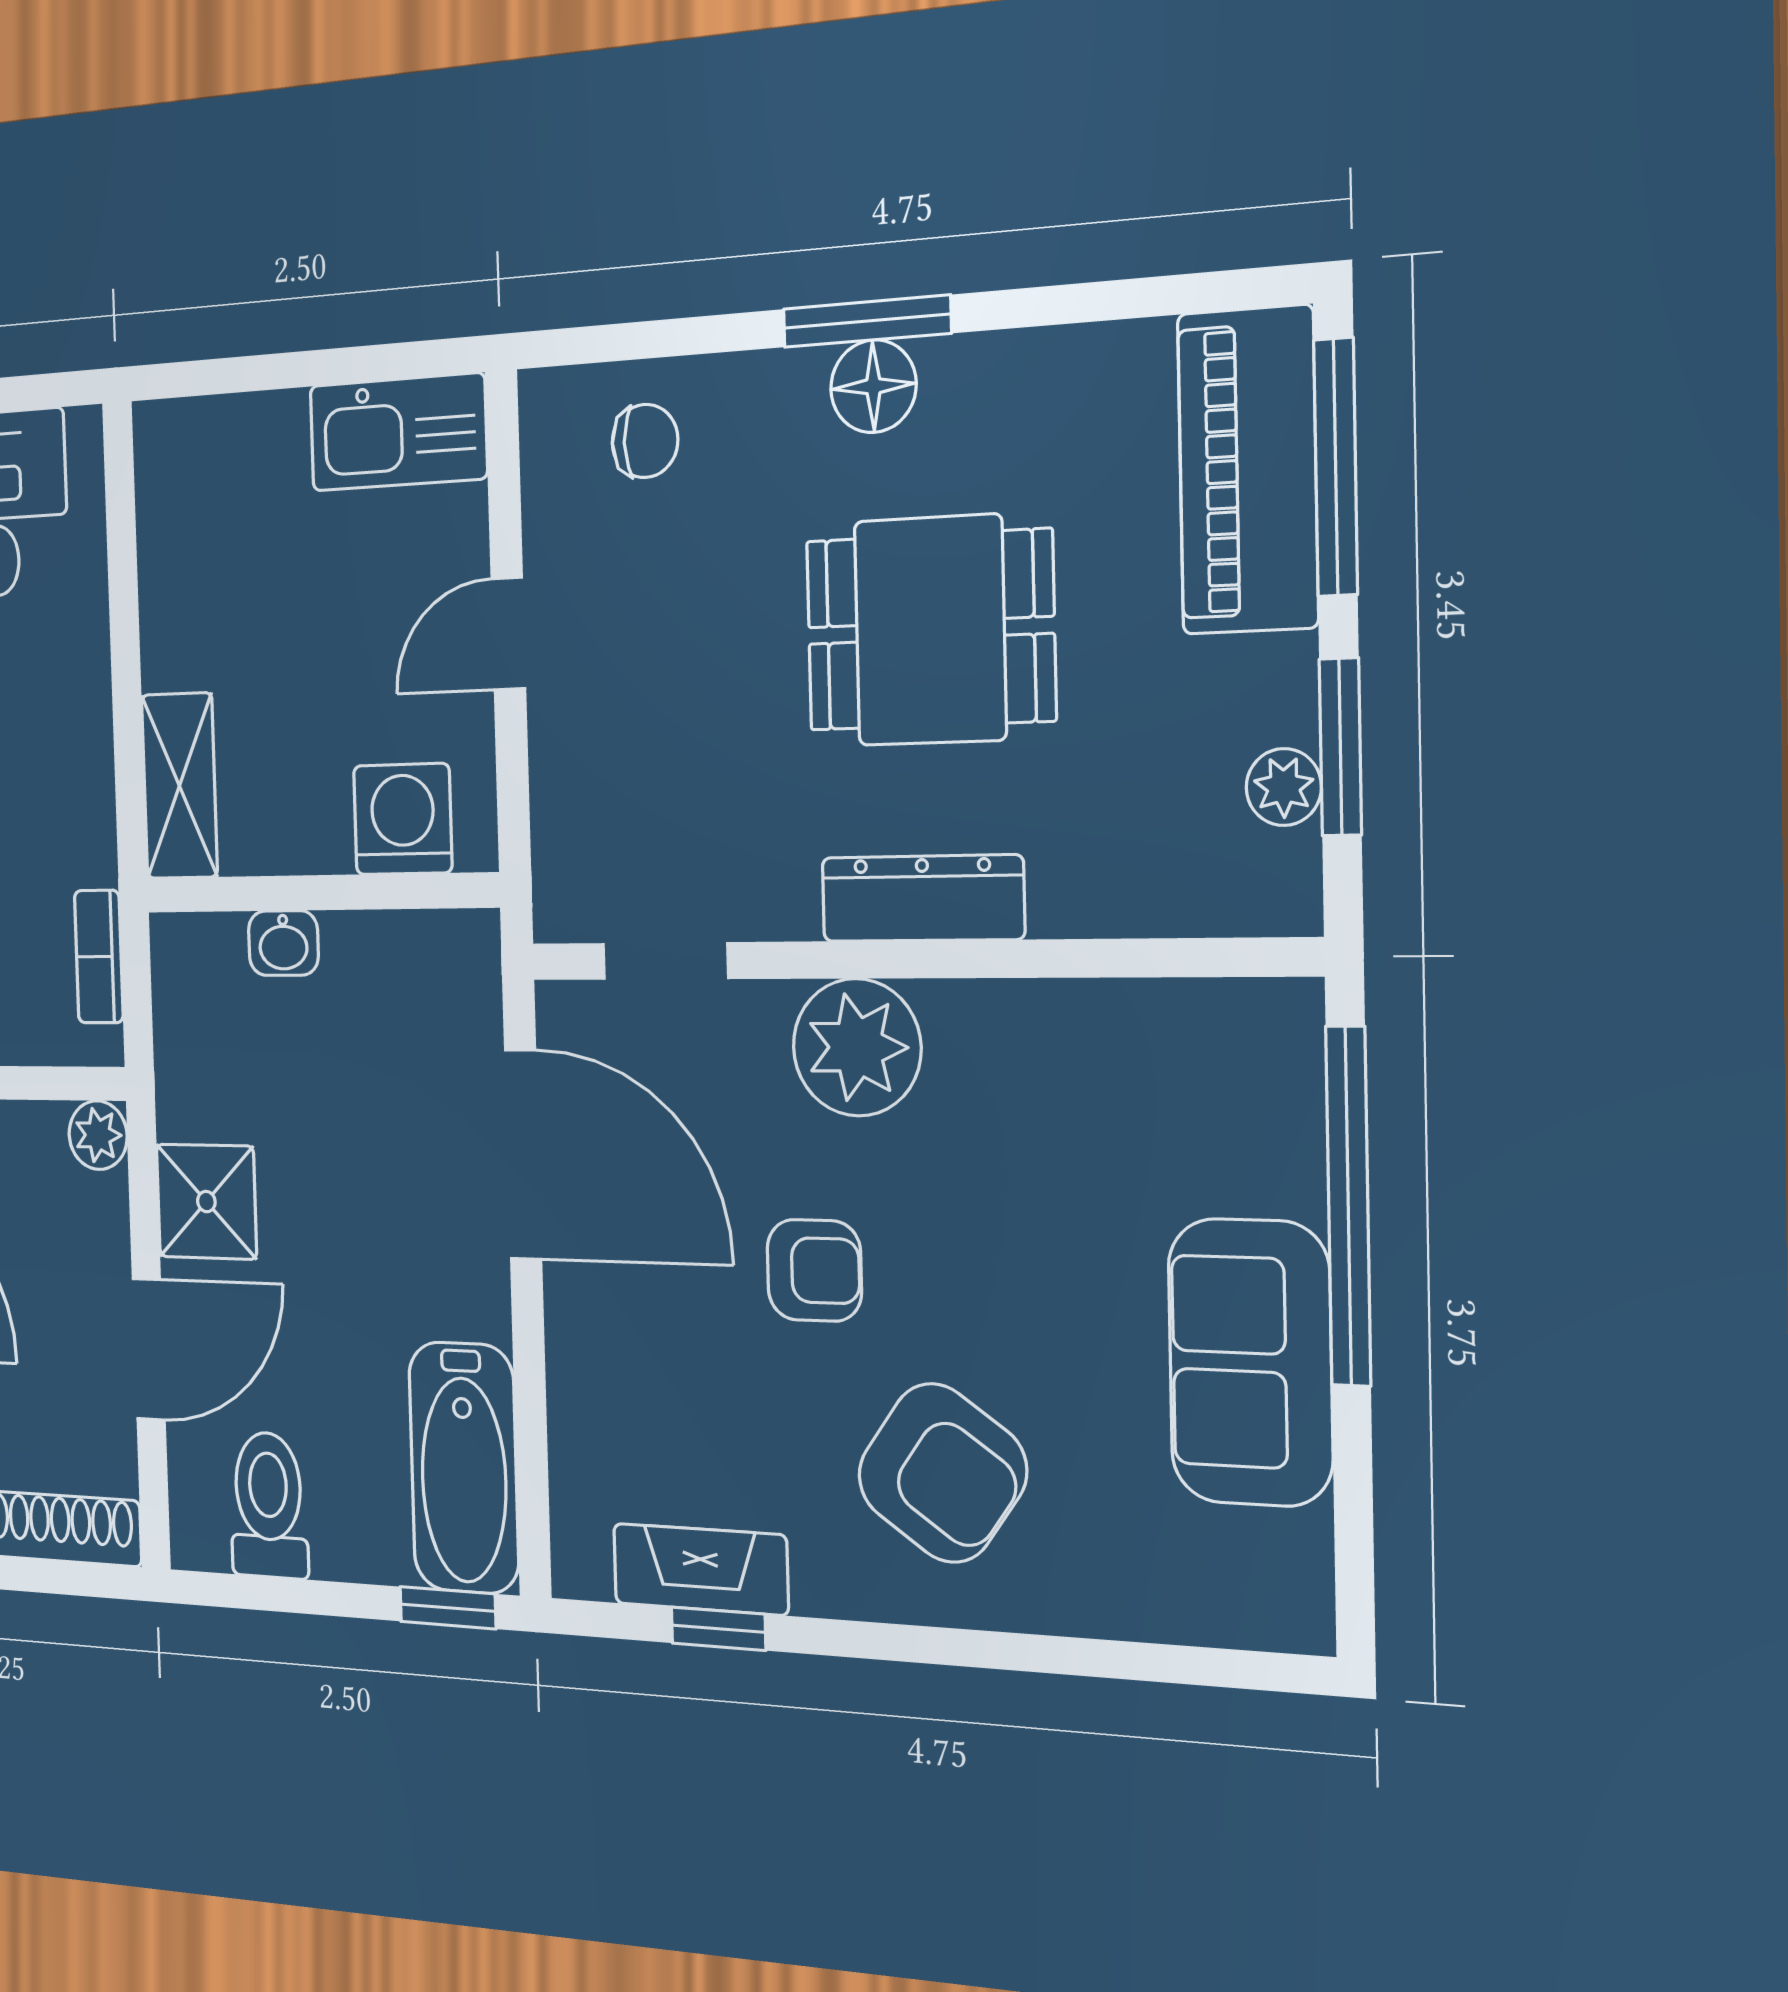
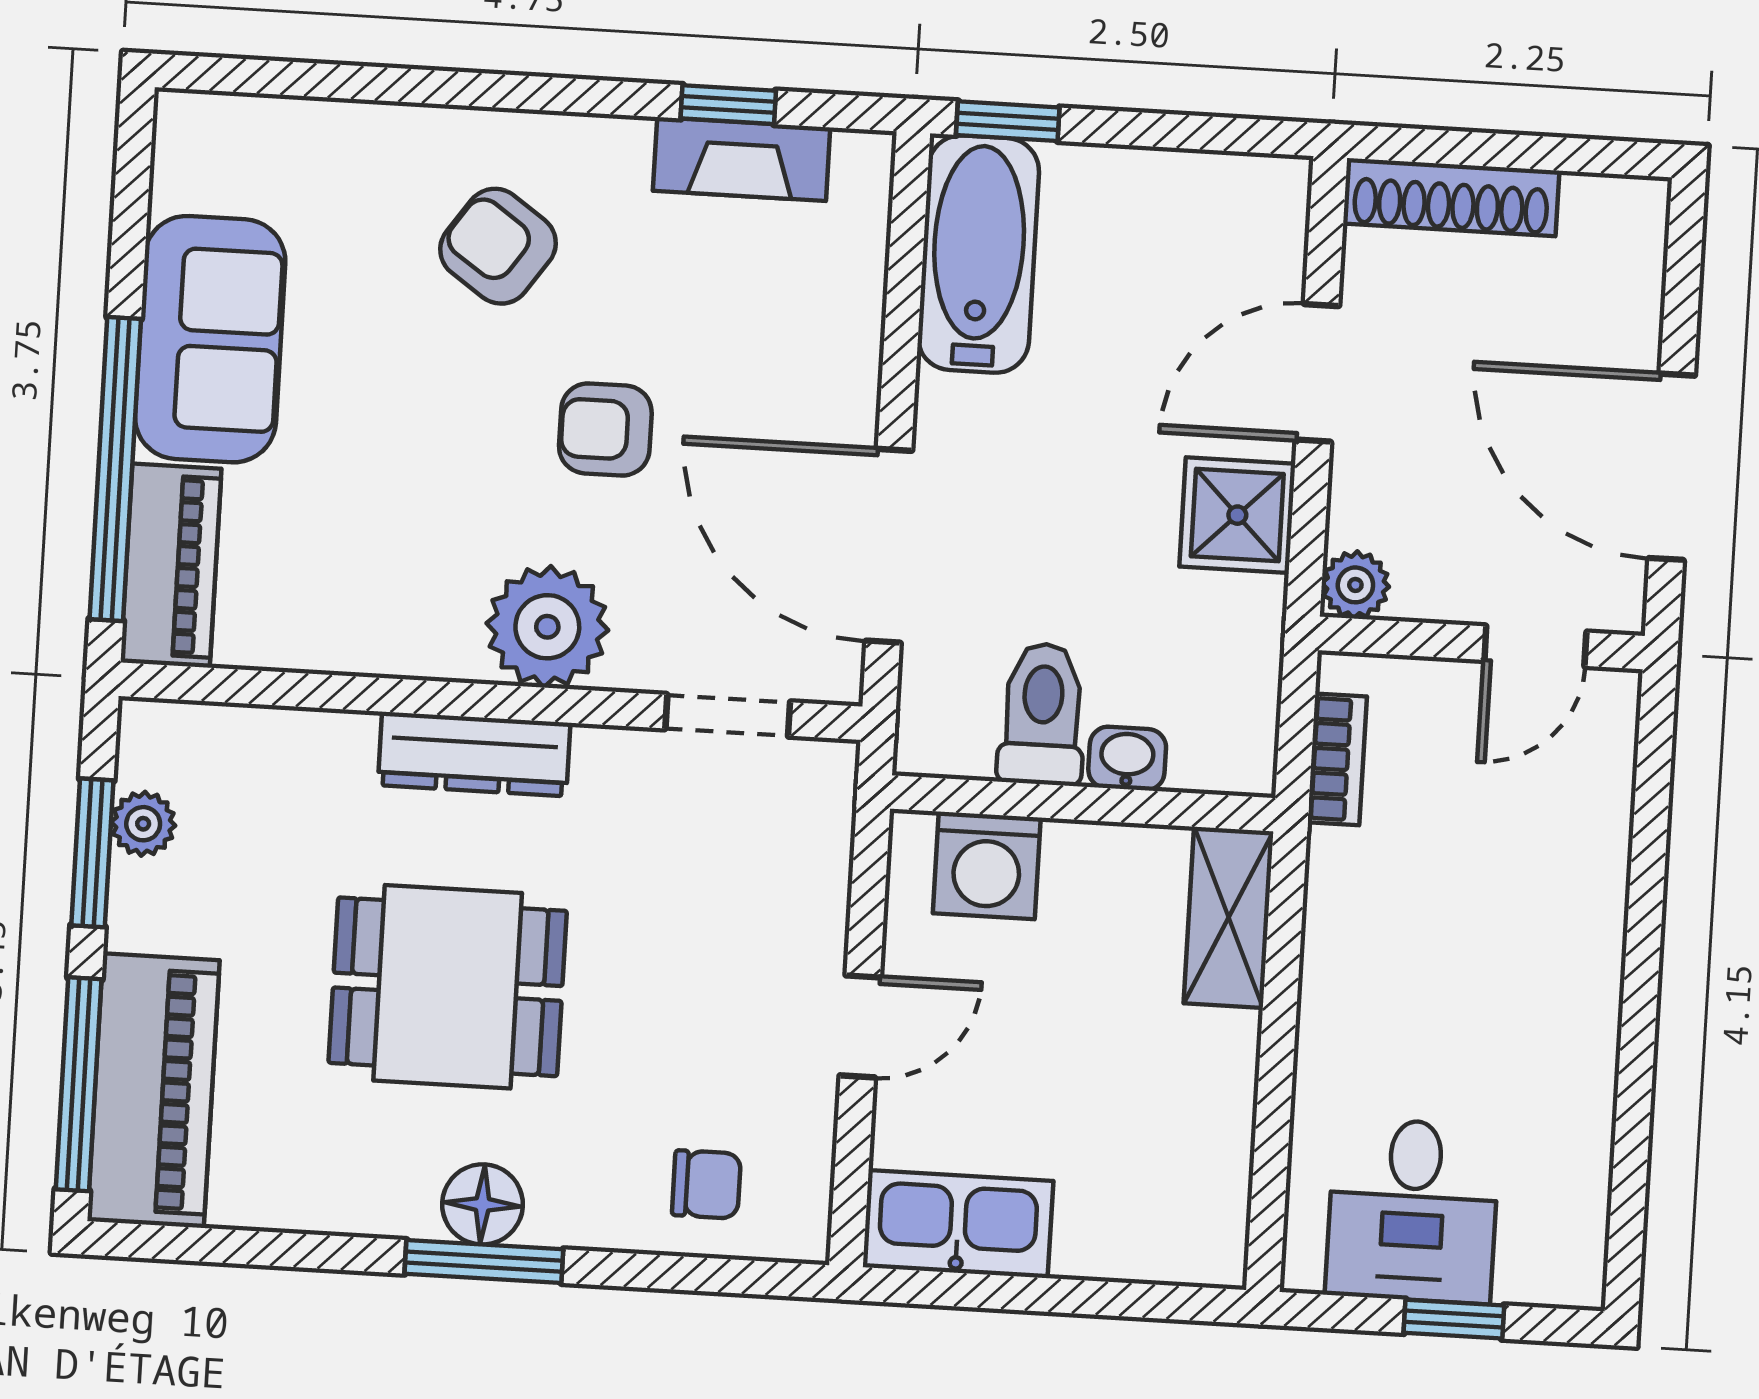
chair: (645, 441) -> (706, 1184), turned 180
piano: (1275, 1095) -> (171, 566), added
armchair: (942, 1473) -> (498, 246), width x0.72, depth x0.72
toilet: (269, 1505) -> (1042, 714), moved, turned 180

